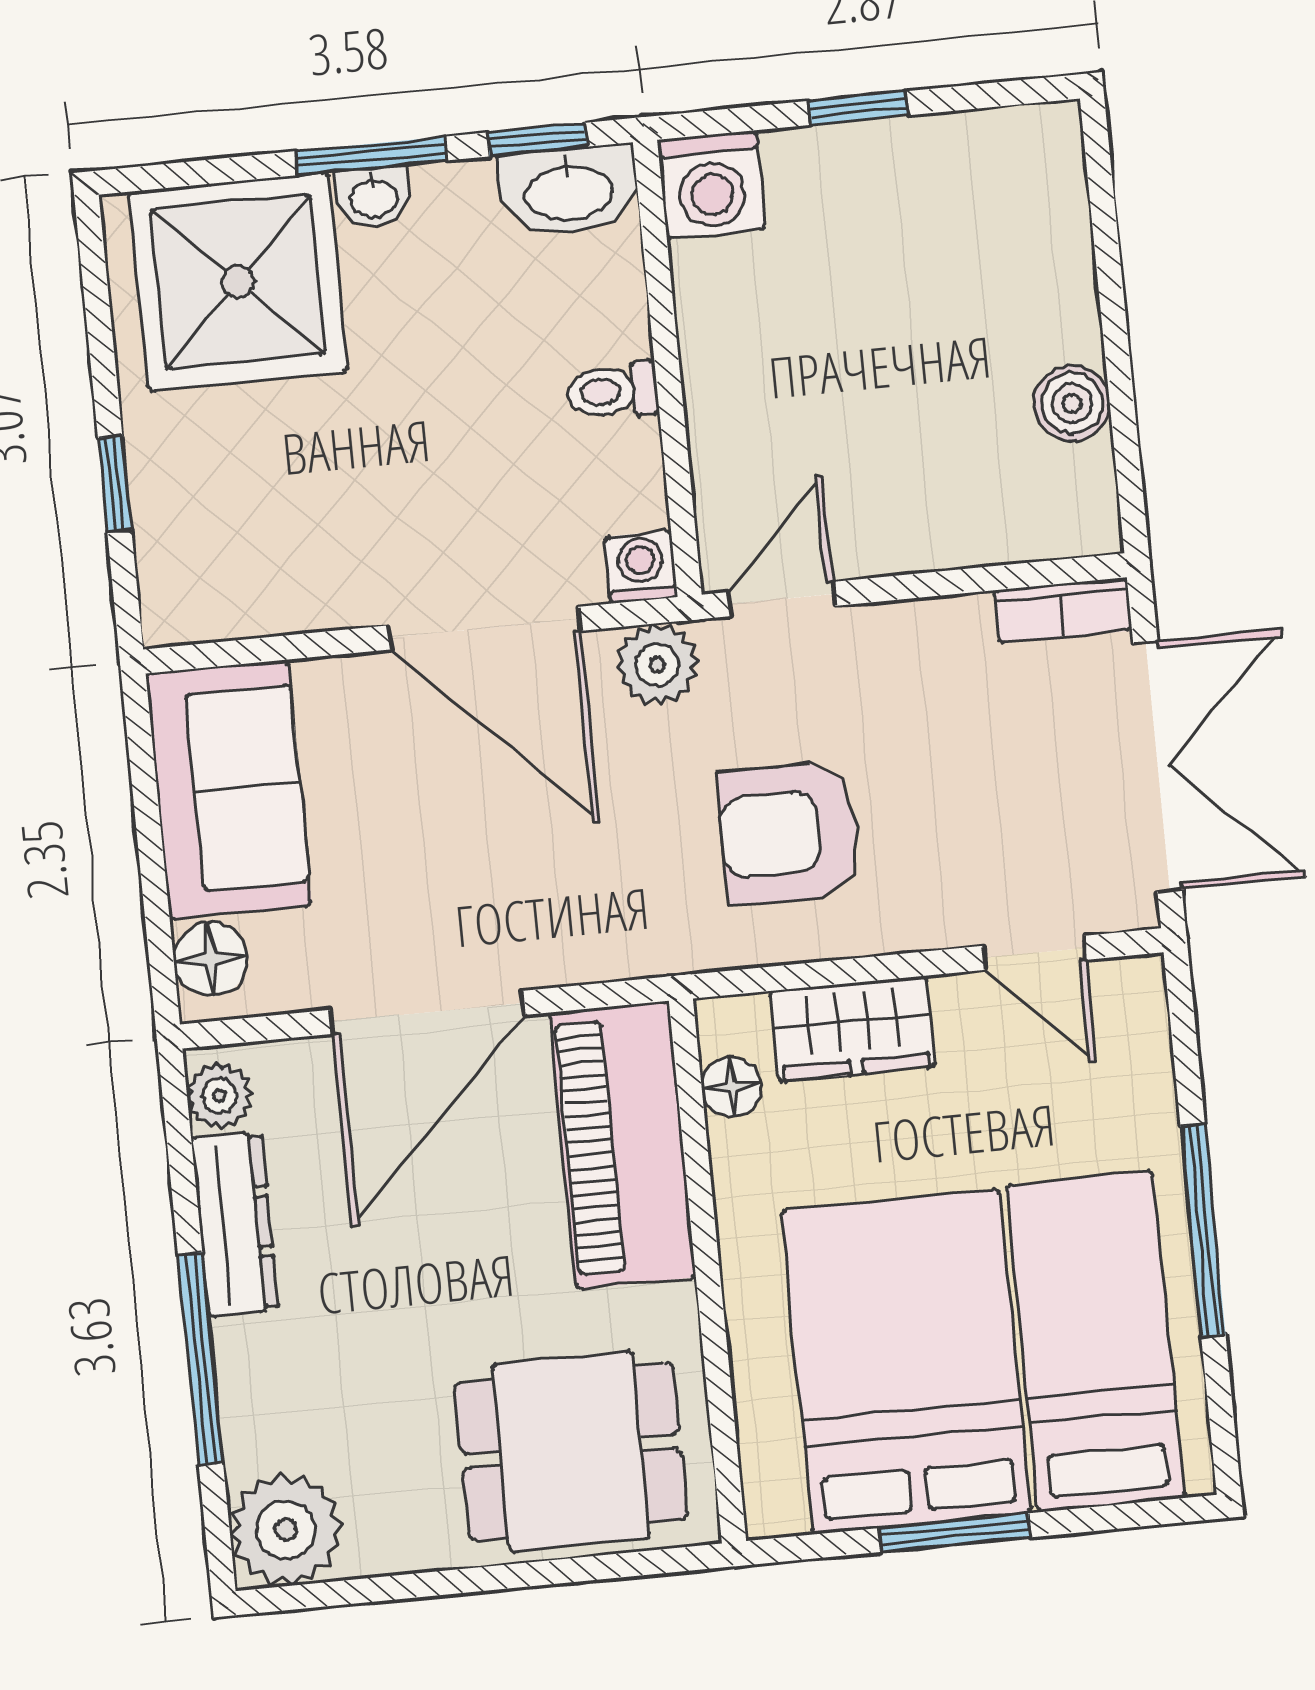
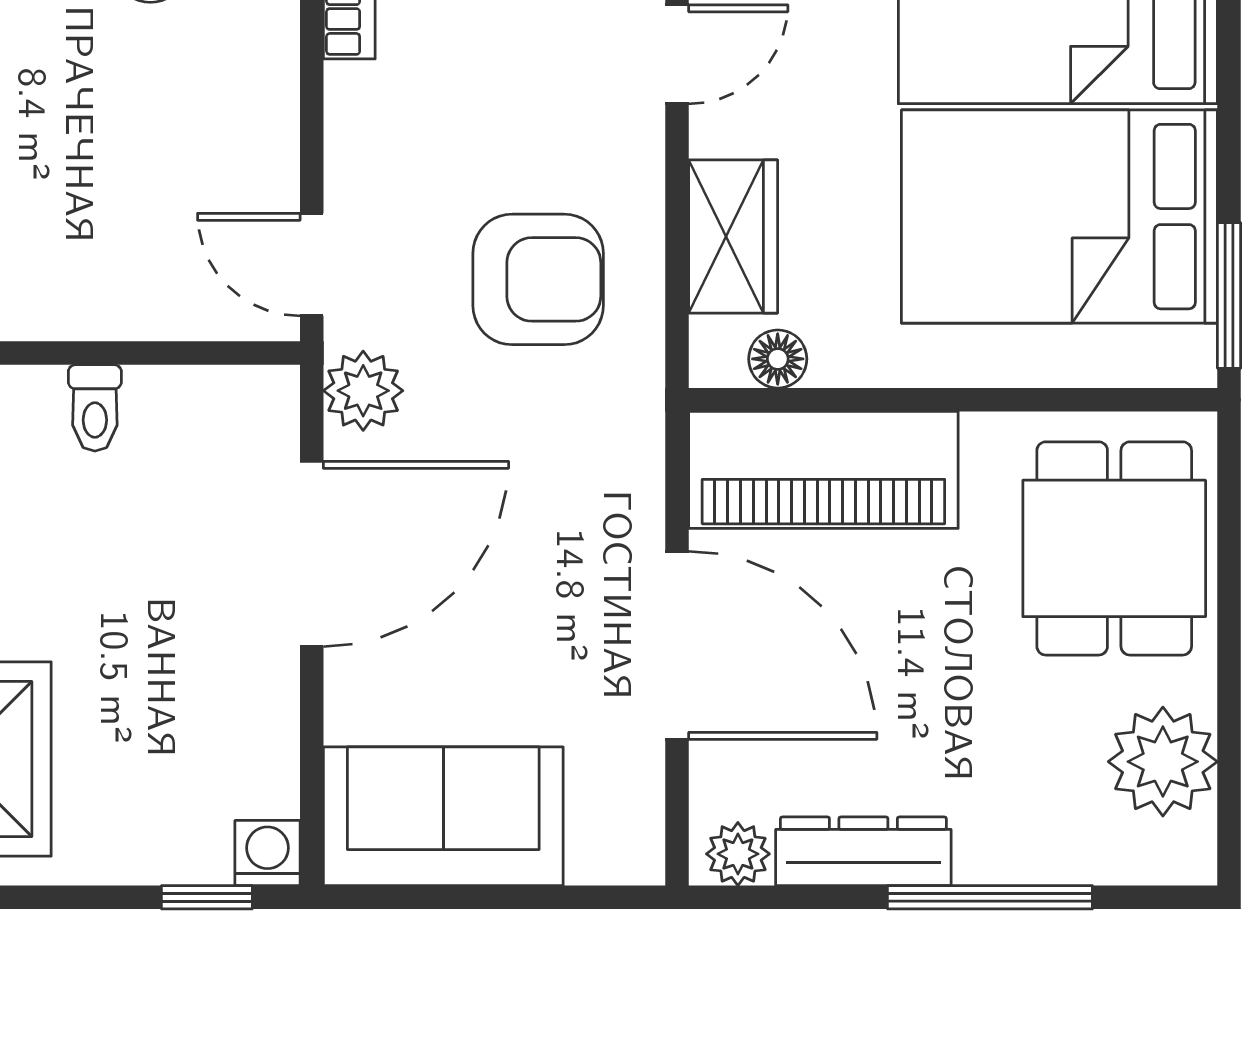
window: (115, 484) -> (207, 897), moved
washing machine: (641, 567) -> (267, 853), moved, turned 90
armchair: (789, 833) -> (538, 279), turned -90
floor lamp: (211, 959) -> (605, 850), removed
plant: (286, 1530) -> (1163, 762), moved
window: (955, 1533) -> (1229, 295), moved

